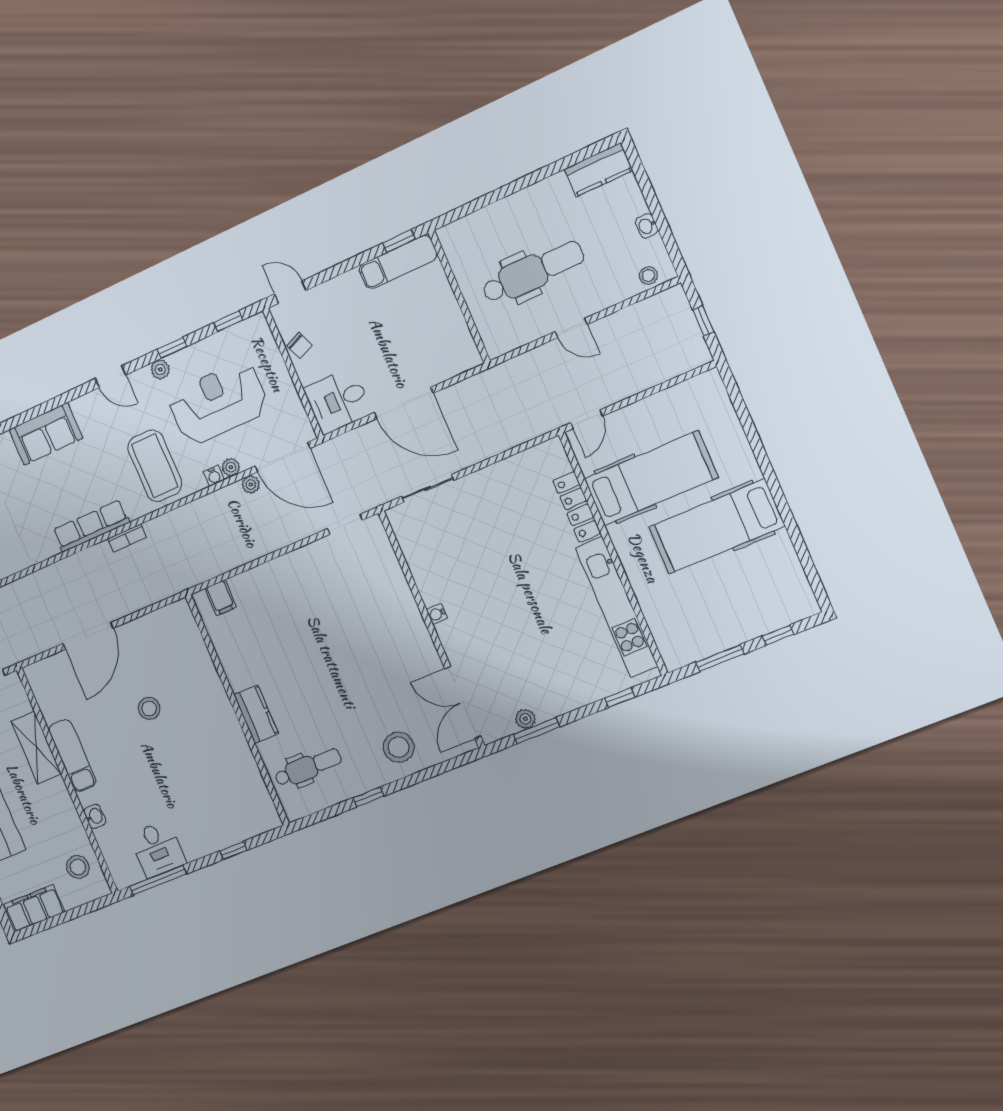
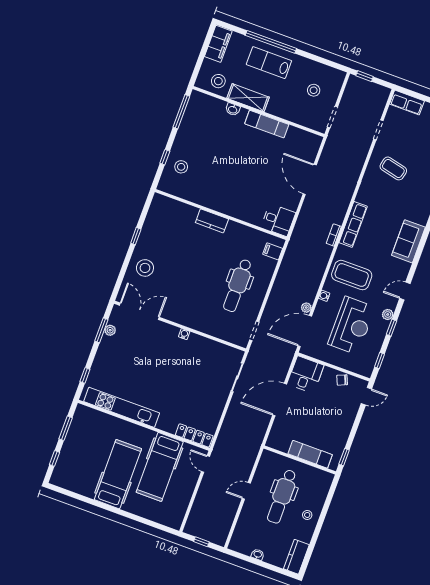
exam couch: (398, 262) -> (310, 454), moved, turned 90
stool: (648, 275) -> (307, 515), moved
plant: (231, 467) -> (321, 306), removed
locker: (577, 507) -> (194, 435), moved
stool: (149, 708) -> (181, 167), moved
shelving: (36, 748) -> (248, 98), moved
dental chair: (308, 767) -> (238, 285), moved, width x1.36, depth x1.38
desk: (157, 849) -> (278, 220), moved, turned 180

